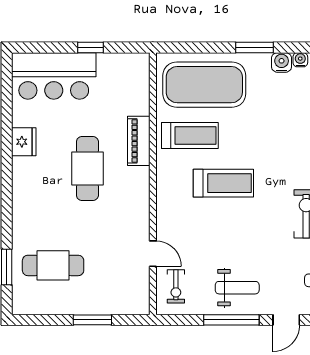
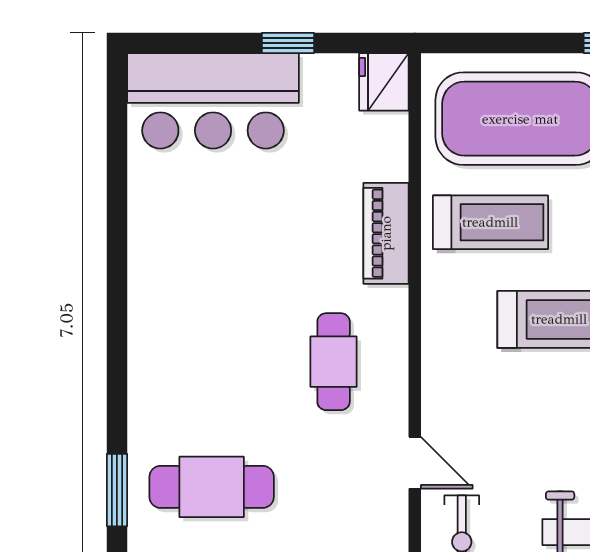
fridge: (24, 142) -> (384, 82), moved, turned 180
cafe table: (87, 168) -> (334, 362), moved, width x0.73, depth x0.74

